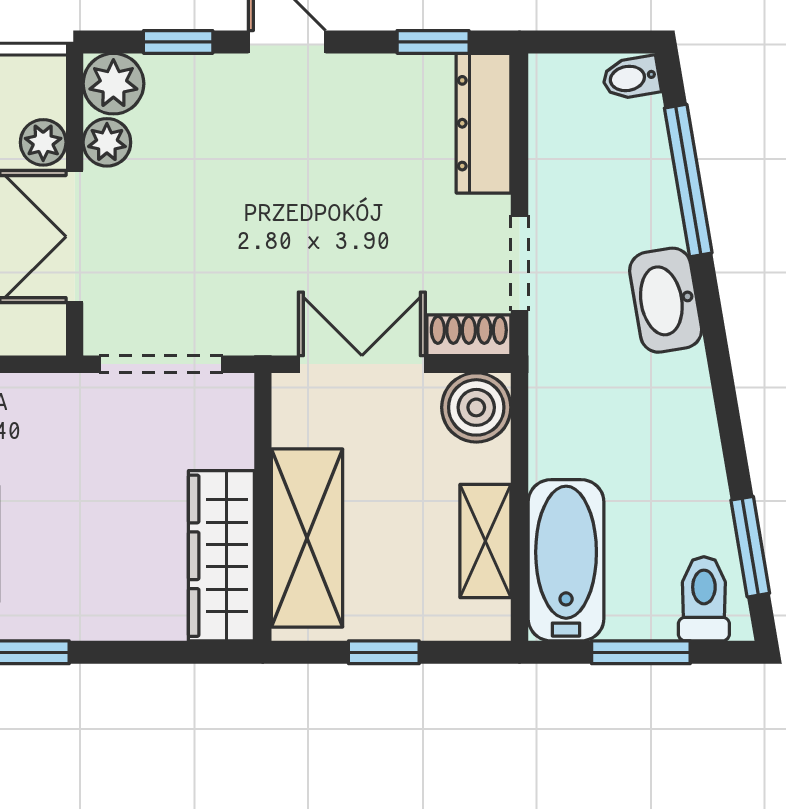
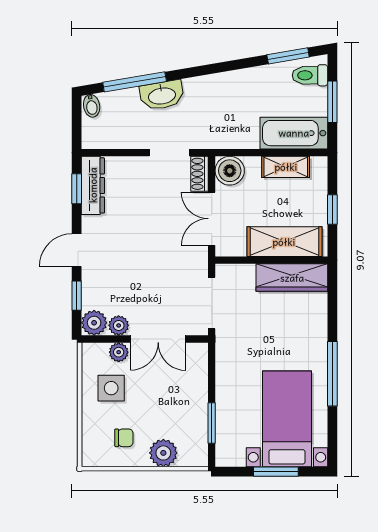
dresser: (484, 123) -> (93, 185), moved, turned -90
washbasin: (666, 300) -> (162, 95), moved

